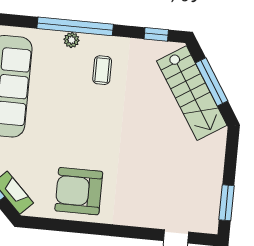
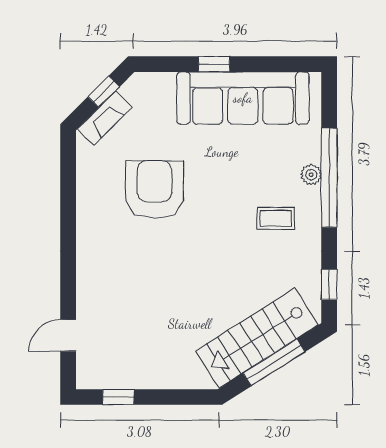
armchair: (79, 191) -> (154, 189), moved
window: (226, 203) -> (118, 397), width x0.67

